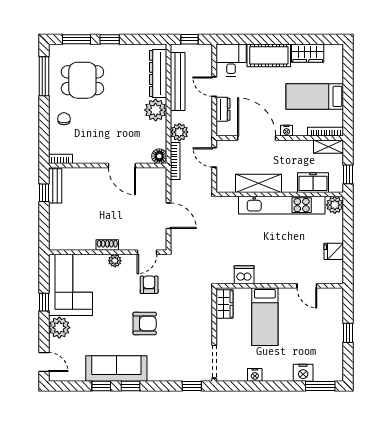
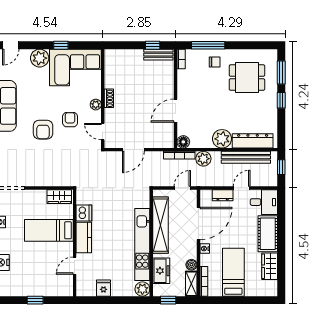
window: (44, 76) -> (208, 45), moved
dining table: (82, 80) -> (247, 78), turned 90
boiler: (306, 146) -> (191, 265), added
shelving: (259, 183) -> (160, 225), width x1.47
kitchen counter: (273, 275) -> (84, 238), added
armchair: (149, 285) -> (70, 120), moved, turned -90

